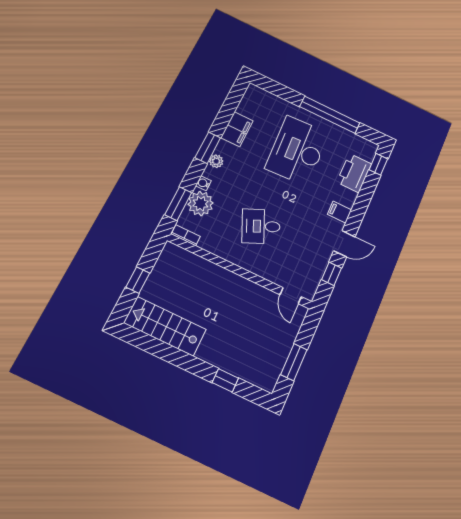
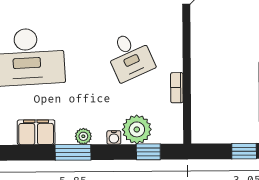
window: (178, 204) -> (148, 152), width x0.67
bookcase: (186, 235) -> (177, 88), moved

